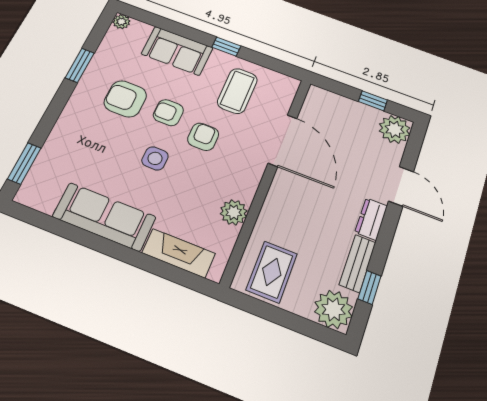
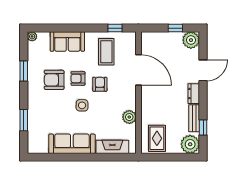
window: (226, 47) -> (115, 28), moved
window: (24, 163) -> (24, 120), moved
door: (401, 186) -> (203, 70), hinge flipped

